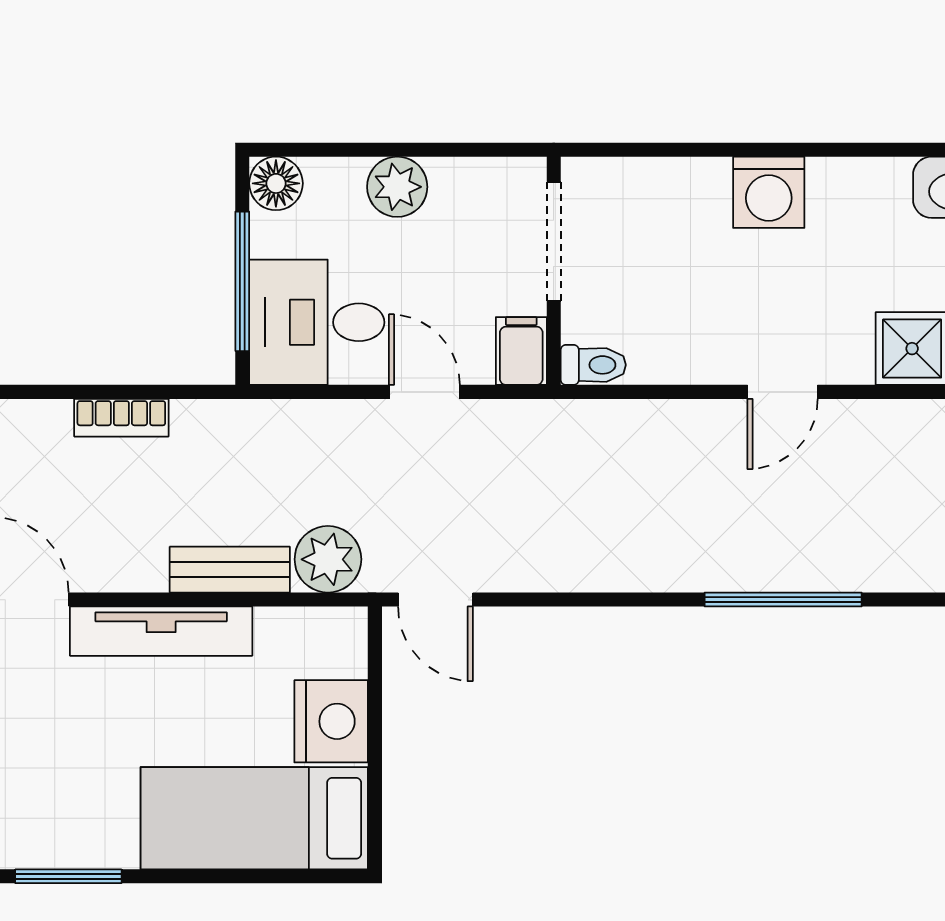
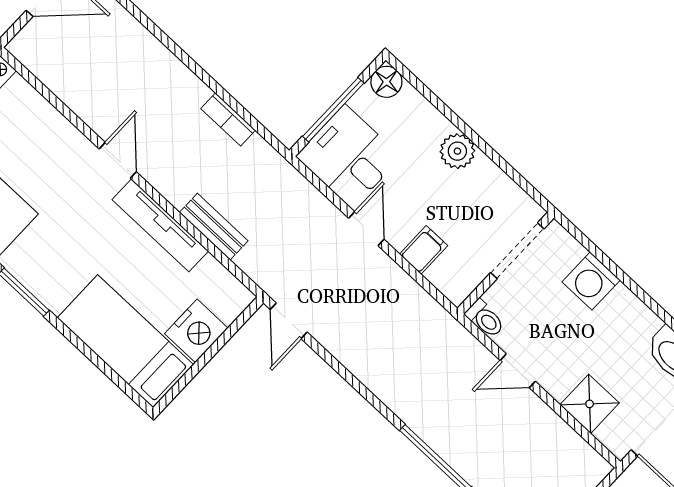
plant: (397, 187) -> (457, 151), moved
doorway: (554, 241) -> (517, 251), moved
wall: (554, 271) -> (506, 263), moved
toilet: (593, 365) -> (485, 319), moved
plant: (328, 559) -> (259, 261), removed

